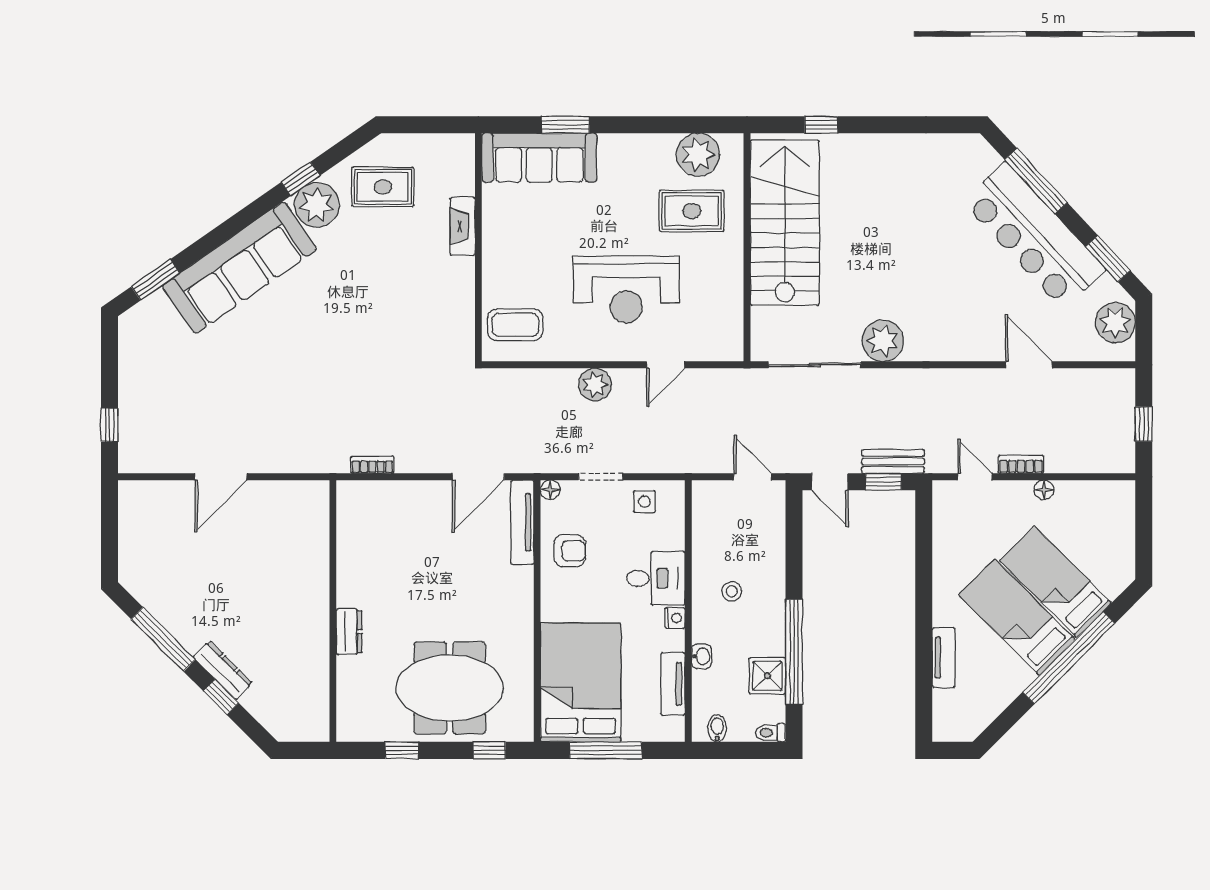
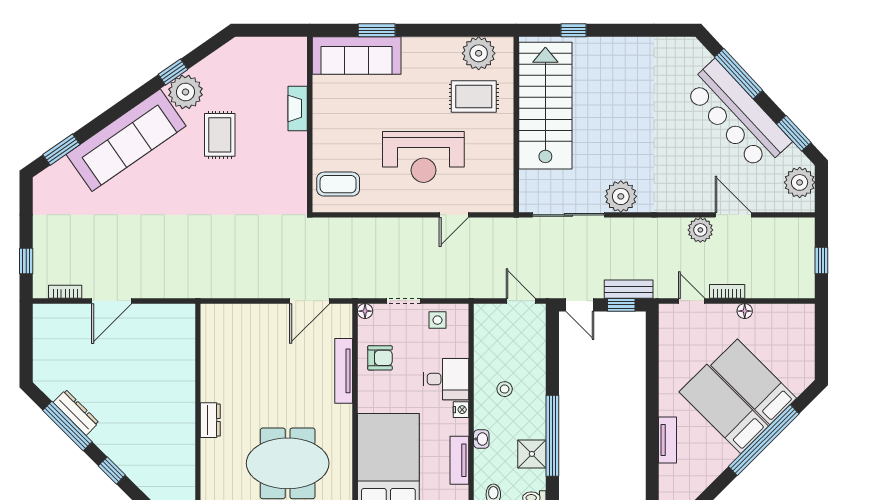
rug: (383, 187) -> (220, 135), moved, turned 90
plant: (595, 384) -> (700, 230), moved
bookcase: (372, 465) -> (65, 292), moved
tv unit: (522, 522) -> (344, 371), moved
dresser: (223, 670) -> (76, 412), moved

